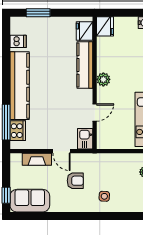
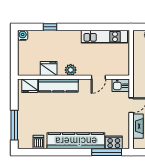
window: (38, 13) -> (14, 125), width x1.44
fridge: (105, 26) -> (49, 69), moved
door: (95, 112) -> (98, 77), swing flipped

